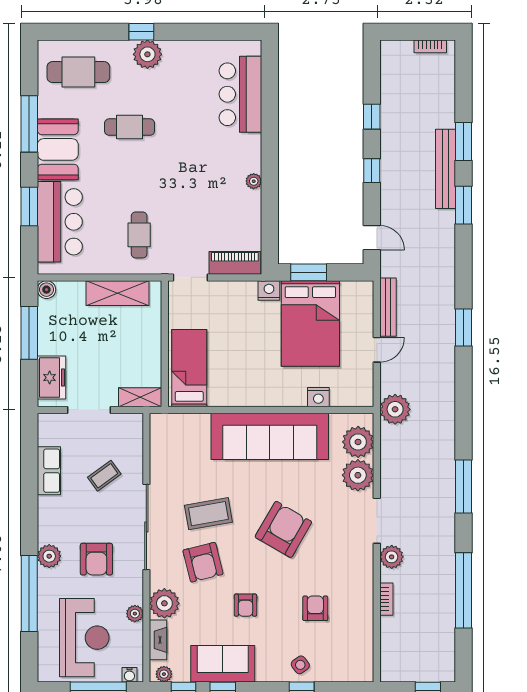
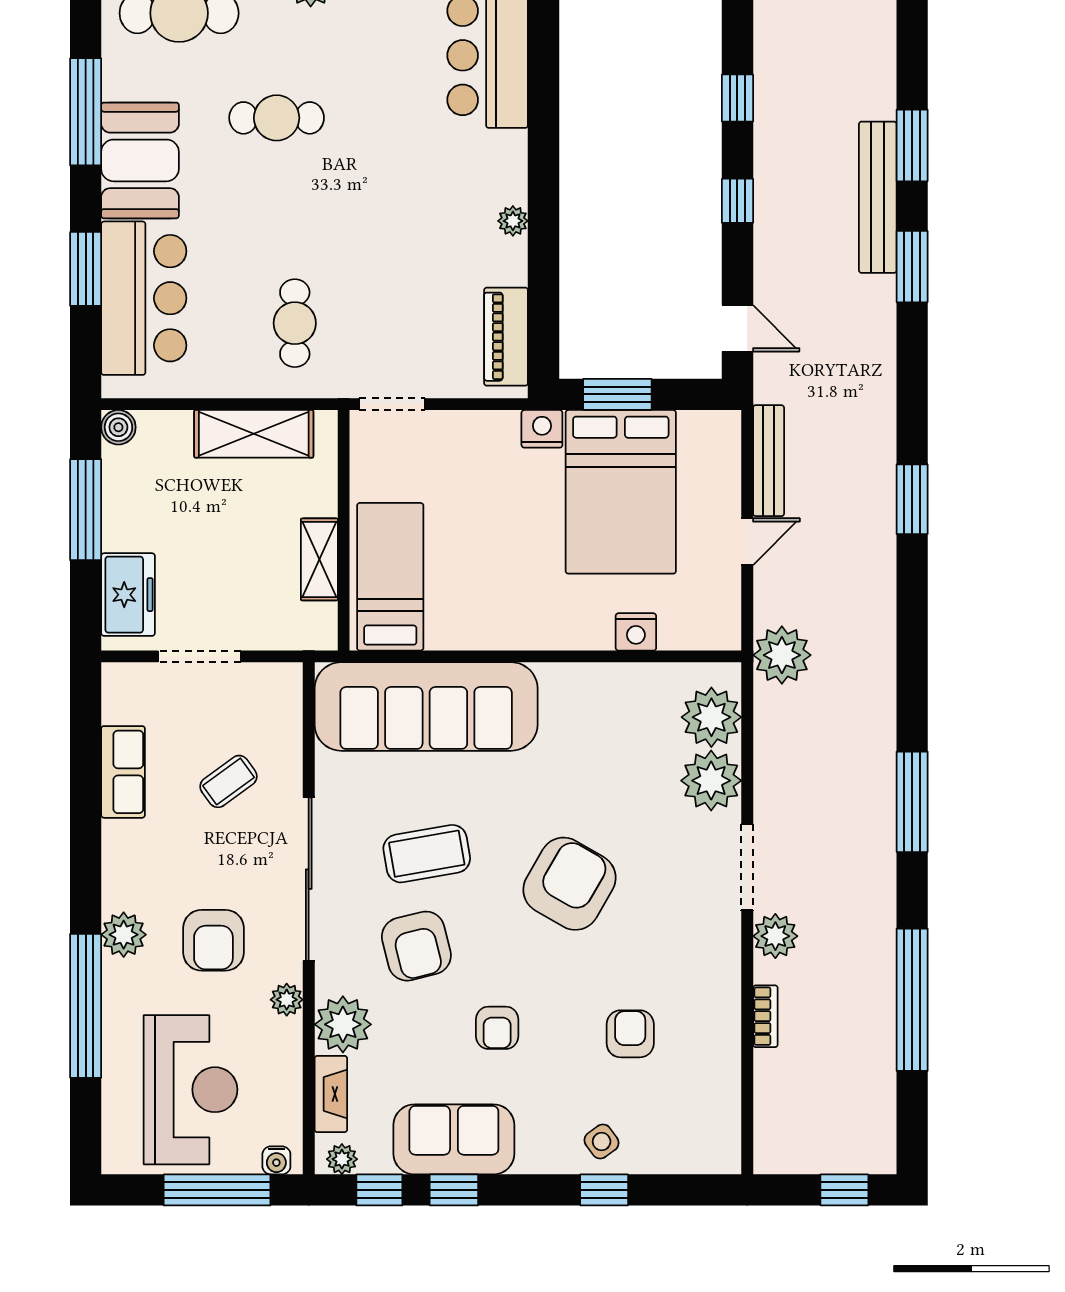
piano: (235, 263) -> (506, 337), moved, turned -90
shelving: (140, 397) -> (319, 559), moved, turned 90
sofa: (270, 436) -> (426, 706), moved
plant: (135, 614) -> (287, 1000), moved

